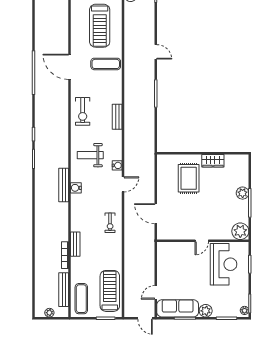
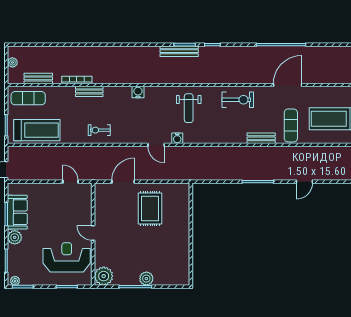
exercise bike: (83, 111) -> (238, 100), turned 180
bench: (117, 117) -> (261, 138), moved
weight bench: (90, 155) -> (189, 108), turned 180
wardrobe: (213, 161) -> (182, 245), removed
rug: (189, 178) -> (150, 208), moved, turned 90
bench: (64, 185) -> (179, 51), moved
water cooler: (76, 188) -> (138, 92), moved
exercise bike: (110, 223) -> (99, 130), moved
reception desk: (224, 264) -> (67, 257), turned 180
bench: (64, 290) -> (38, 78), width x0.73
door: (156, 292) -> (70, 182), moved
sofa: (178, 308) -> (17, 212), width x0.73

